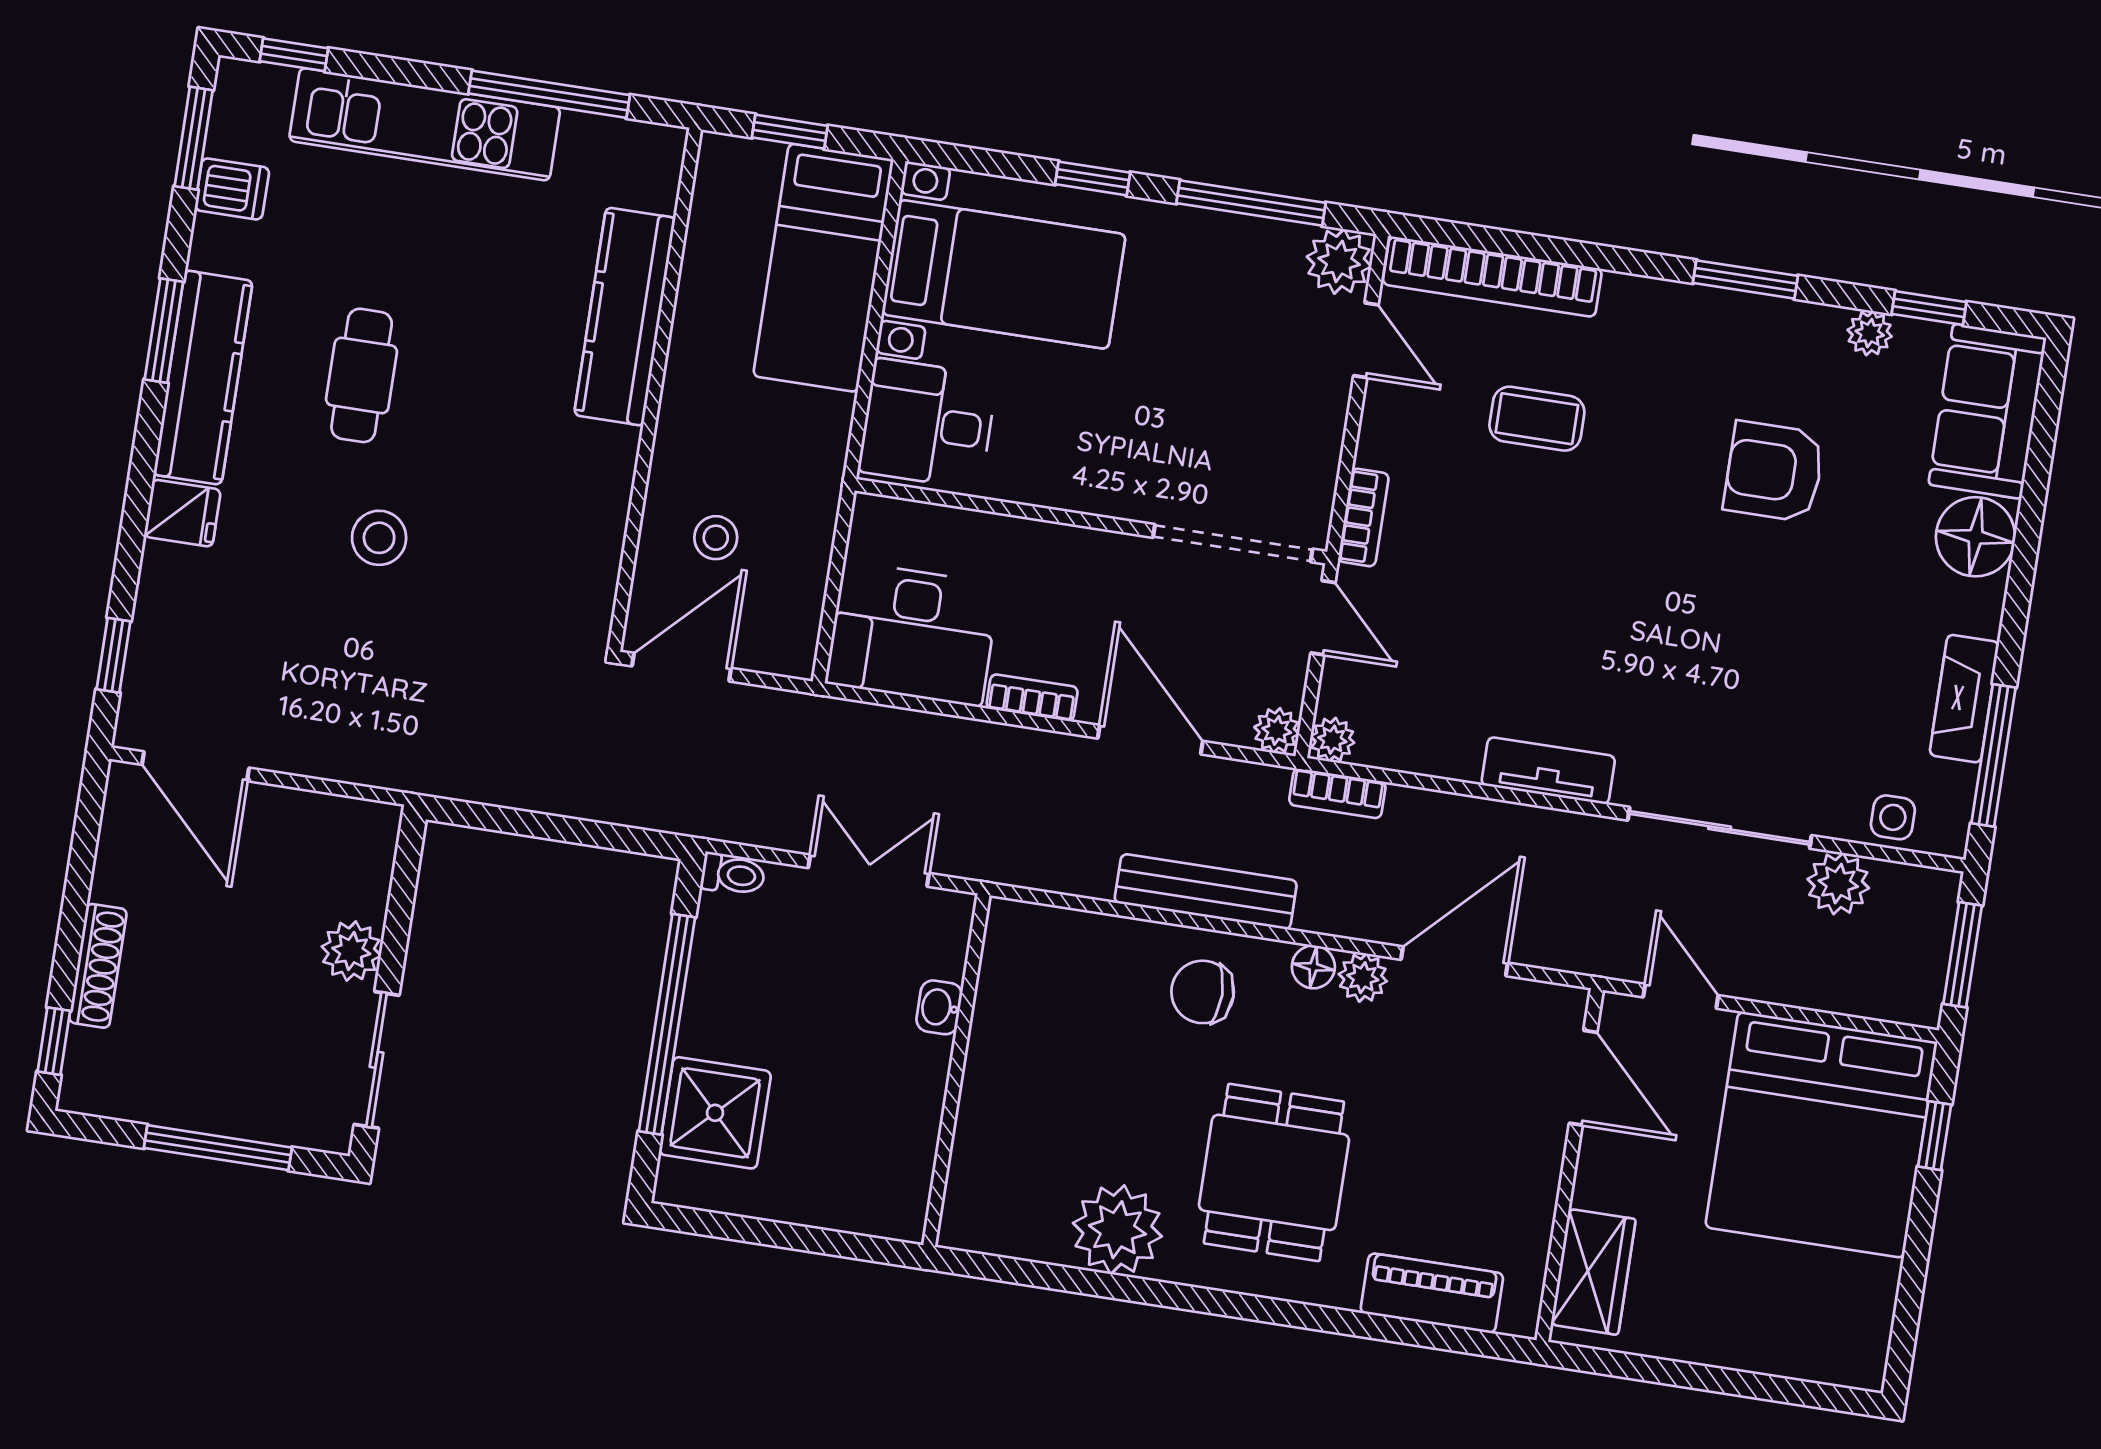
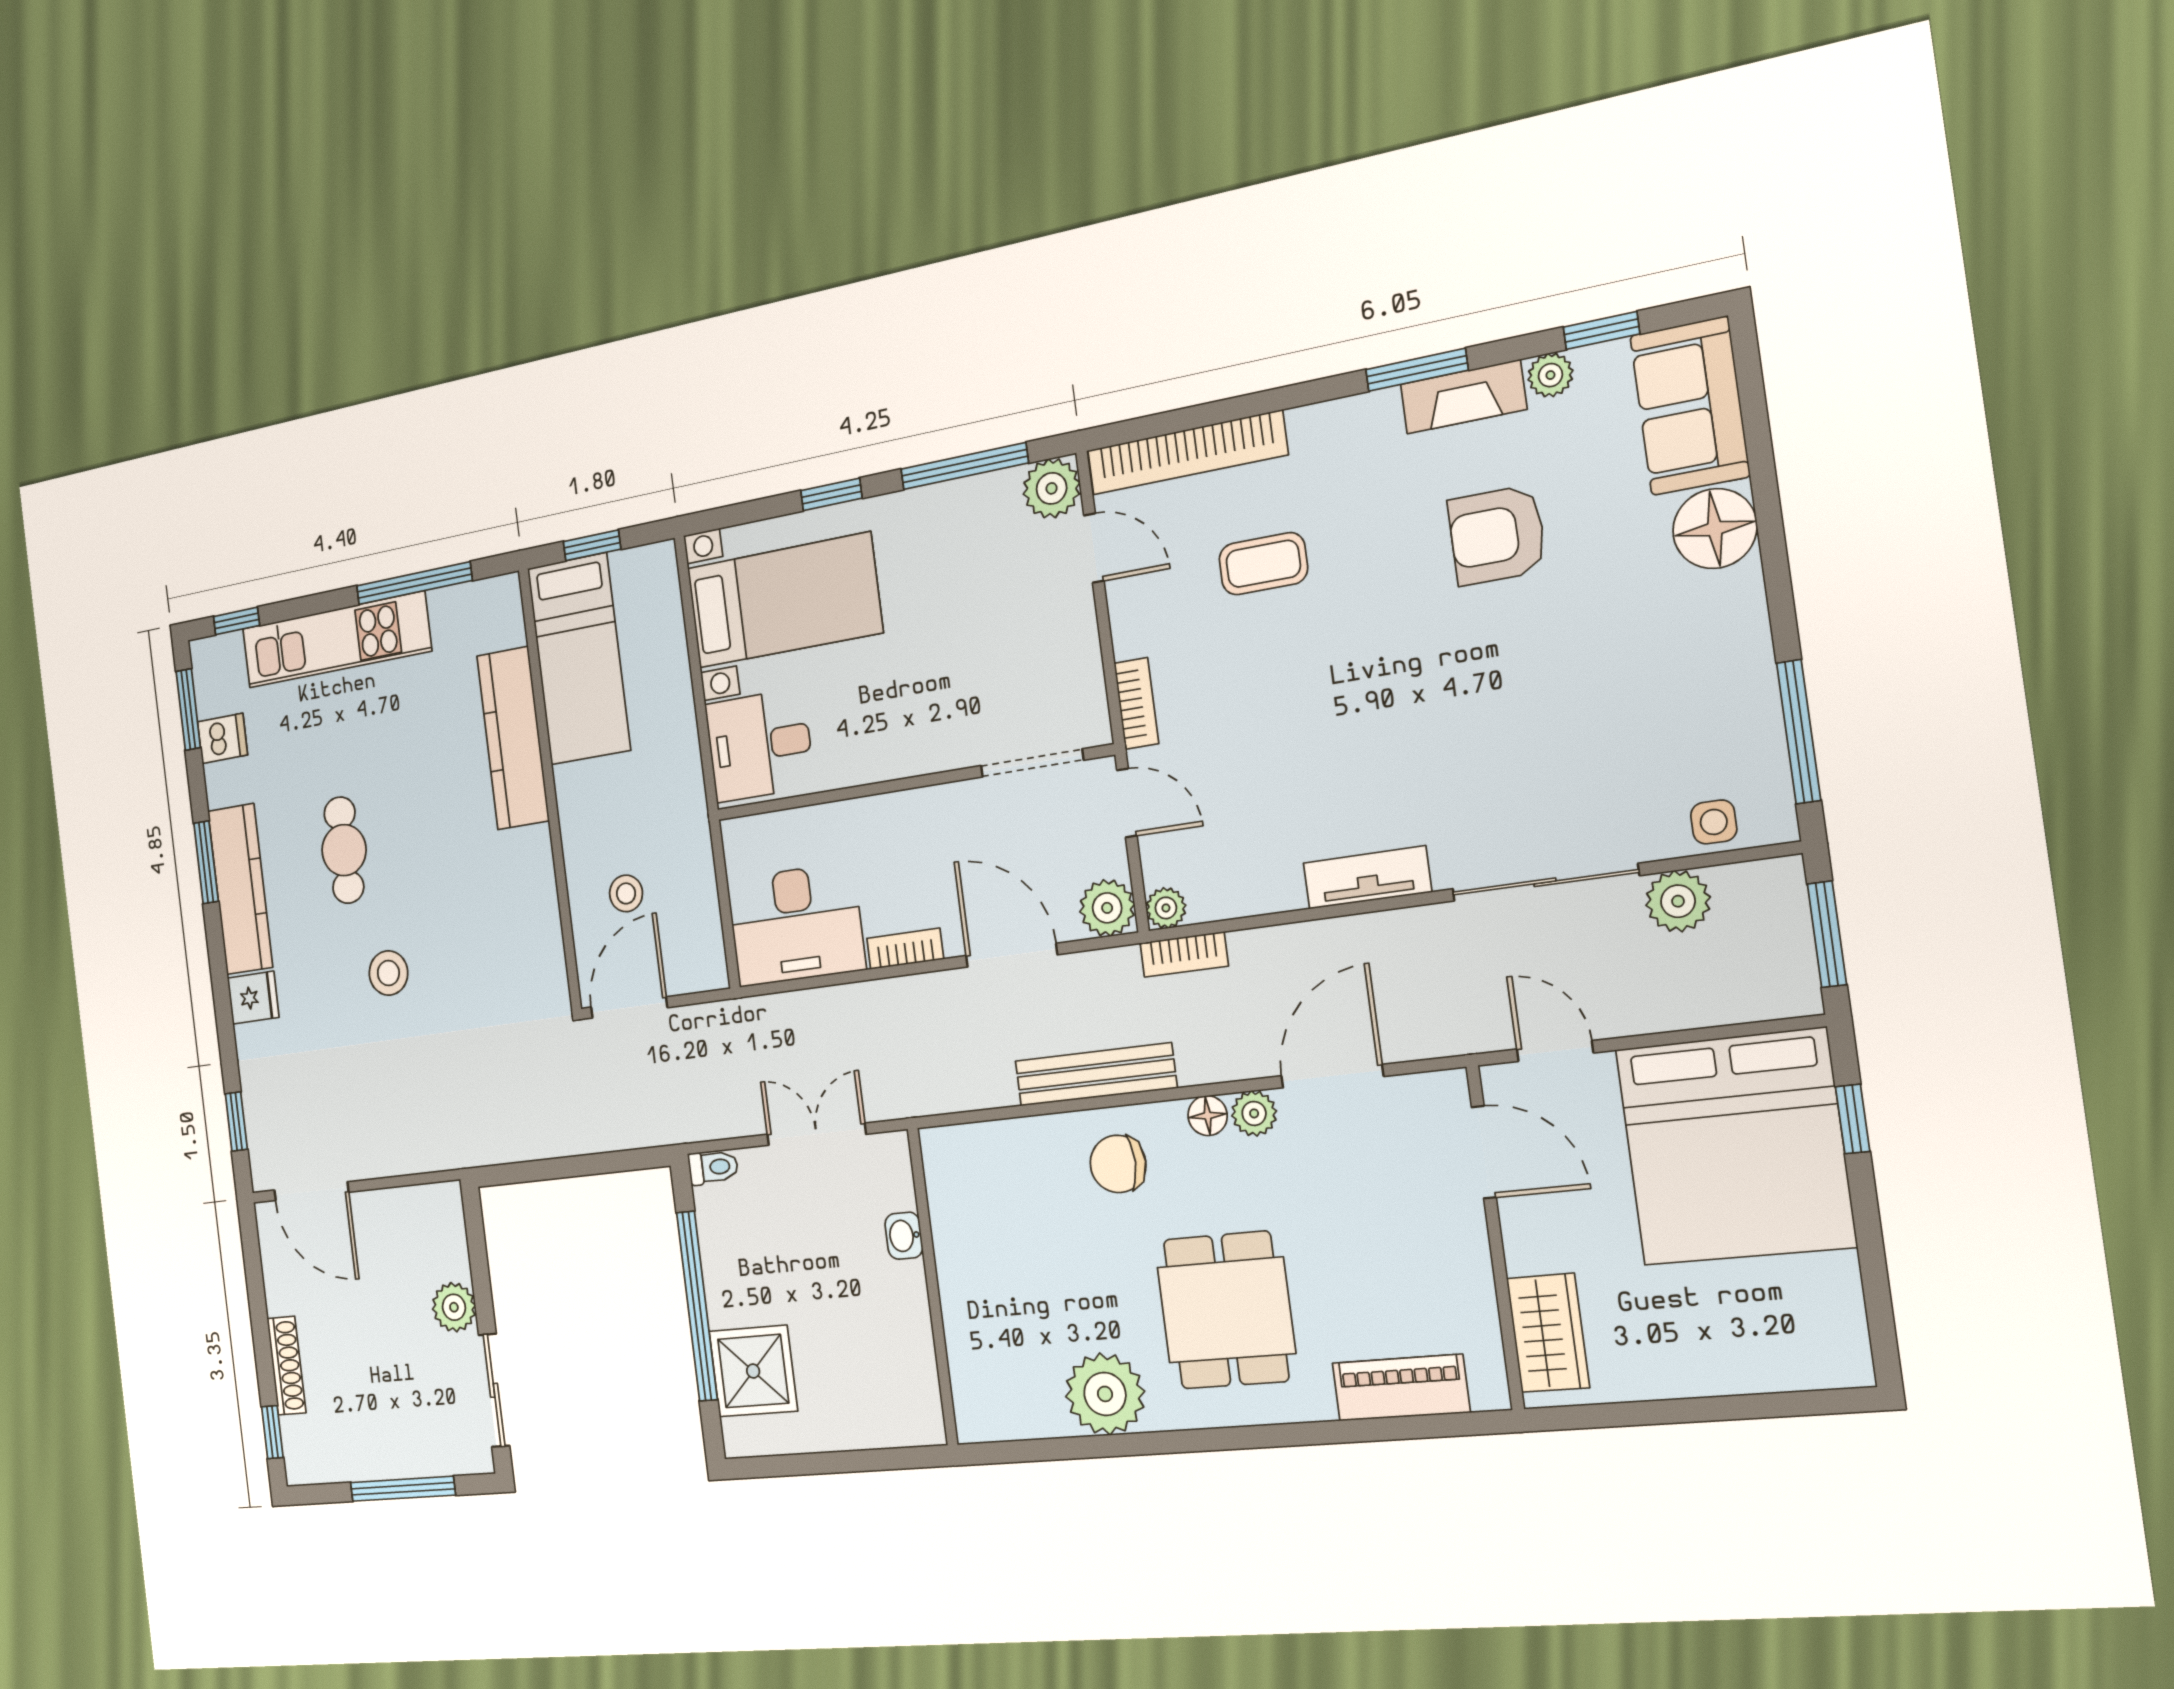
bed: (823, 268) -> (579, 659), moved
doorway: (1233, 543) -> (1032, 763), width x0.73
fireplace: (1964, 699) -> (1463, 397), moved, turned -90
plant: (1277, 730) -> (1107, 908), width x1.38, depth x1.38

